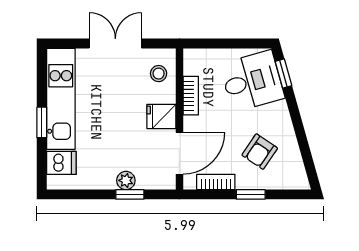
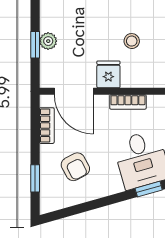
stool: (159, 74) -> (132, 41), moved
armchair: (260, 152) -> (75, 167), turned -152
window: (251, 194) -> (35, 178), moved

